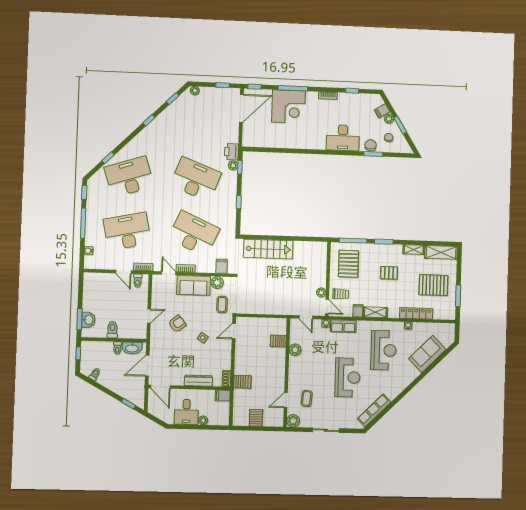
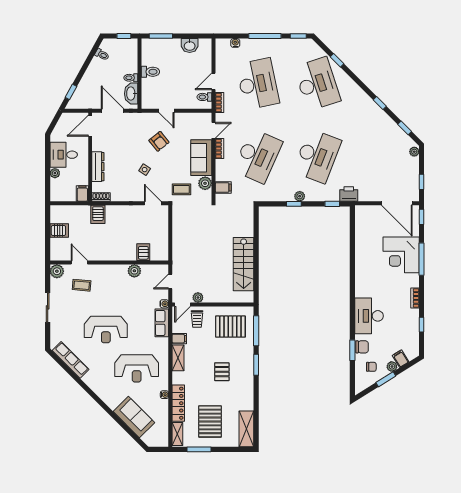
plant: (233, 165) -> (300, 196), moved
stairs: (268, 249) -> (244, 264), moved
shelving: (414, 250) -> (177, 434), moved
washbasin: (88, 320) -> (190, 46), moved

